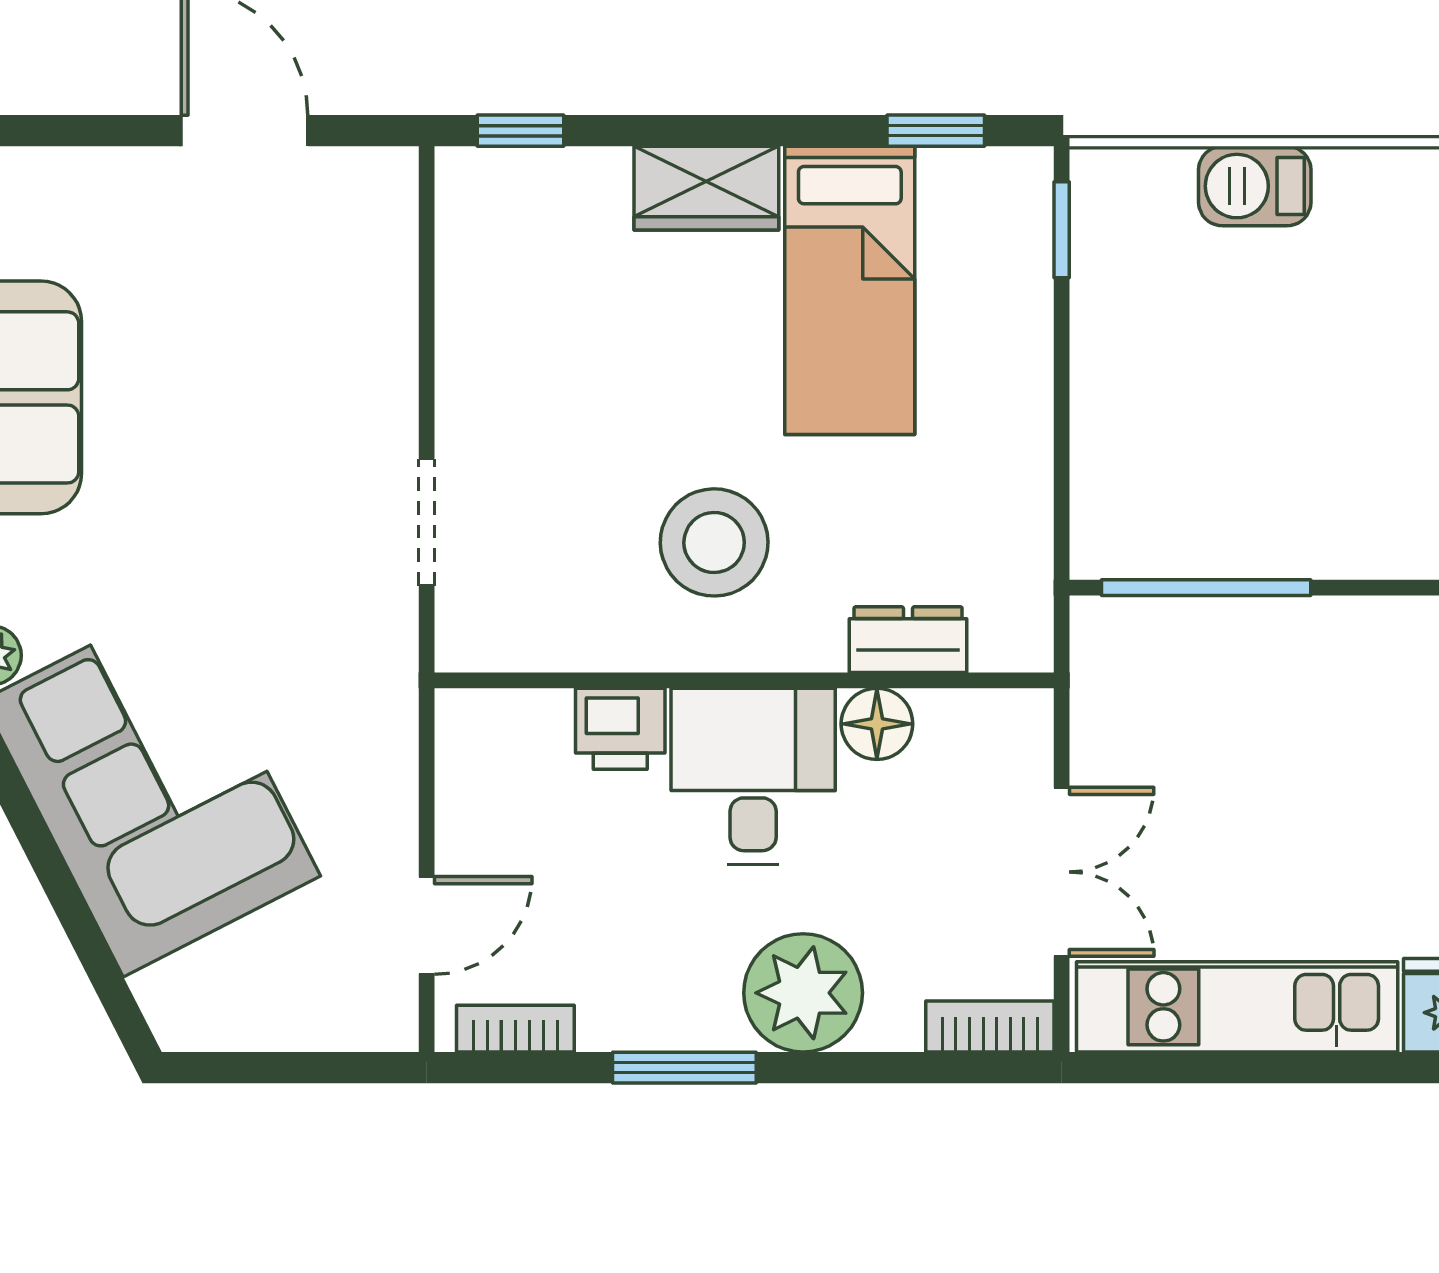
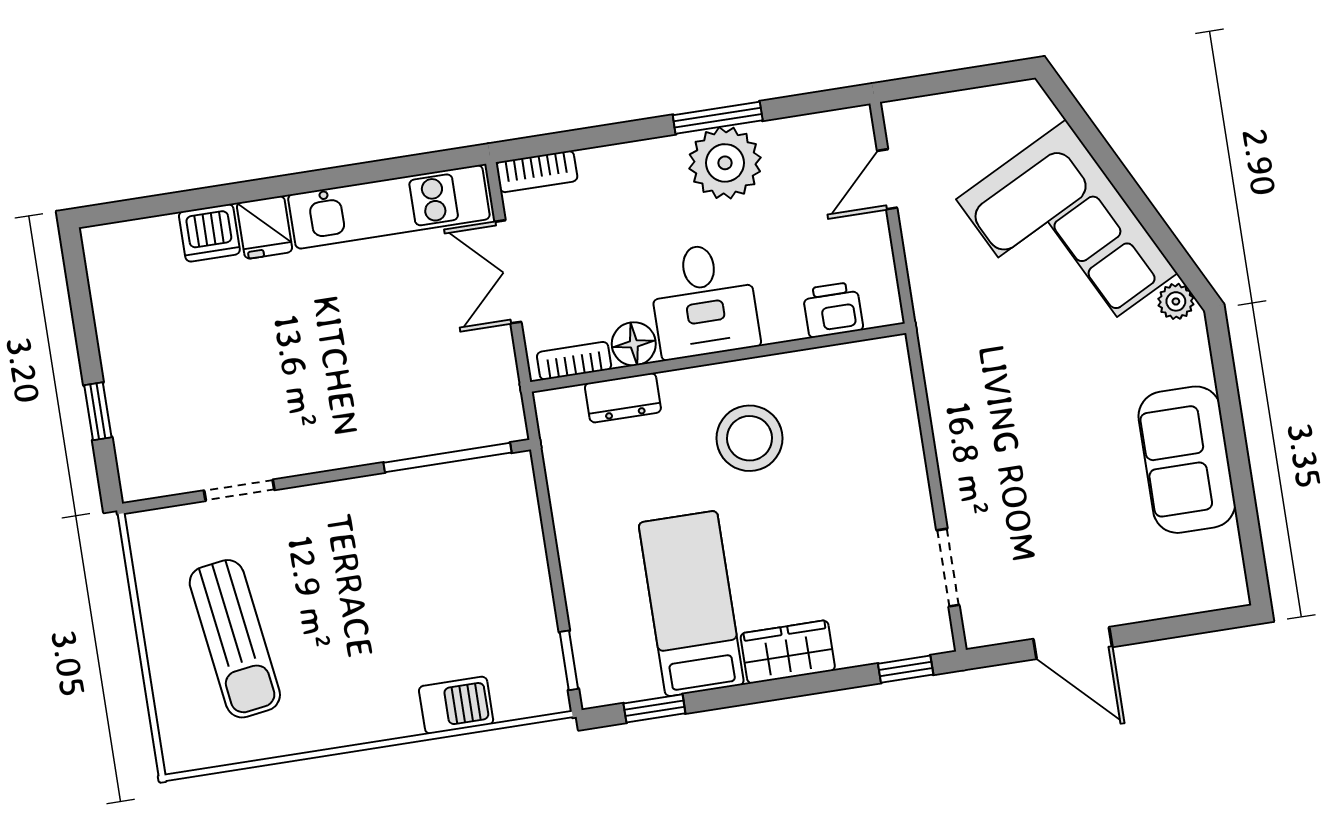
doorway: (427, 522) -> (948, 568), moved
printer: (620, 729) -> (833, 310), moved
plant: (803, 993) -> (725, 163), moved
bookcase: (515, 1029) -> (574, 361), moved, turned 180

